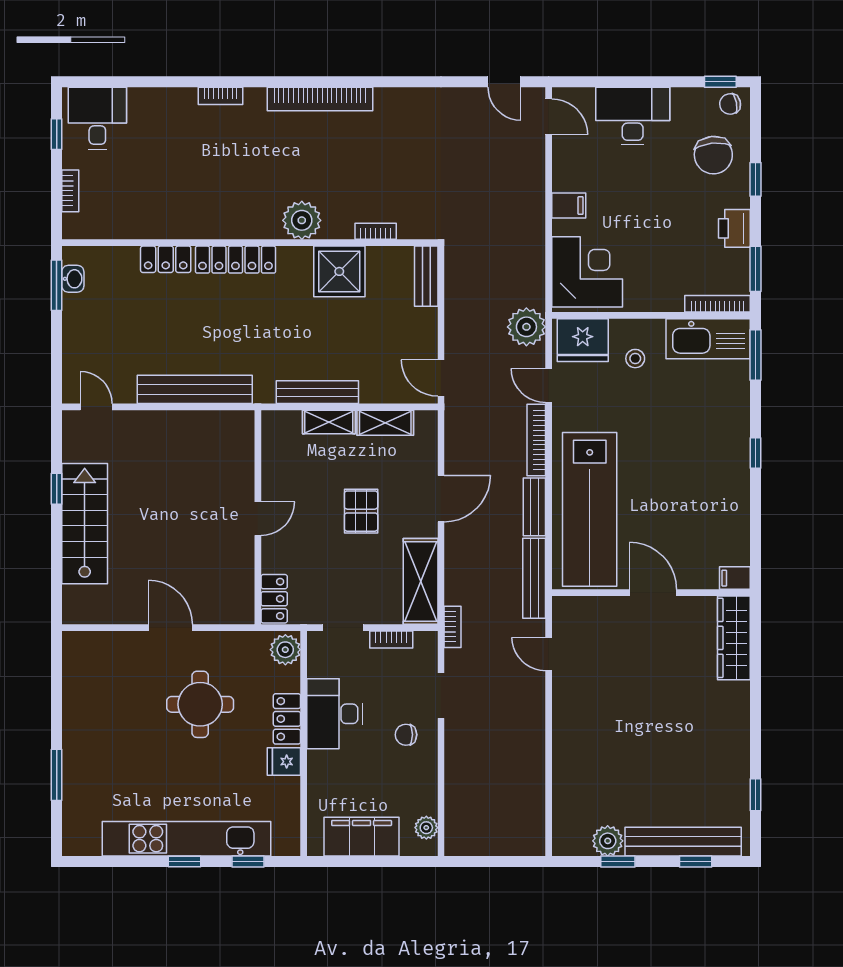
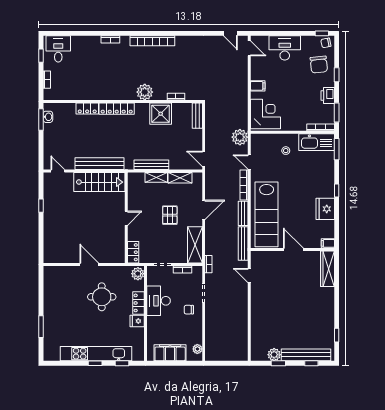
fridge: (583, 340) -> (325, 209), moved, turned 90
stairs: (85, 524) -> (99, 182), moved, turned 90

